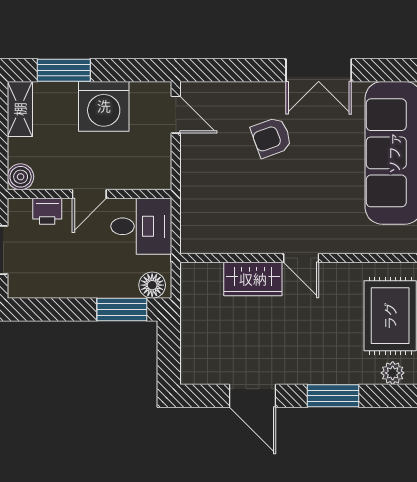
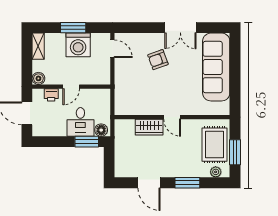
window: (64, 70) -> (73, 28), moved
desk: (141, 226) -> (80, 122), moved, turned 90

